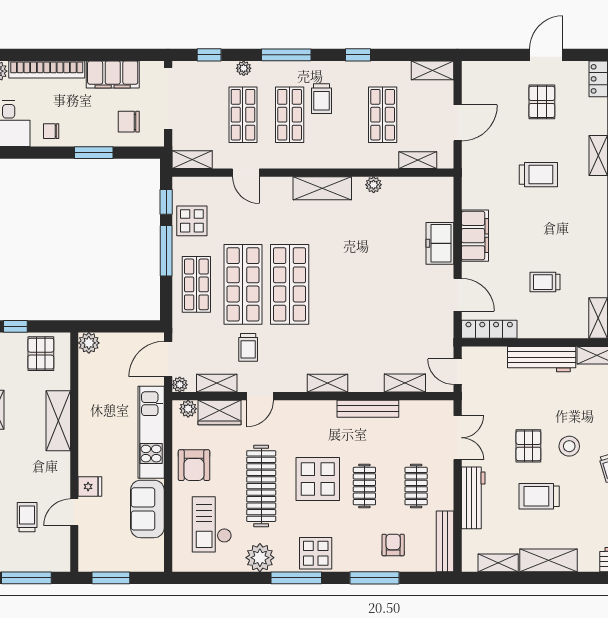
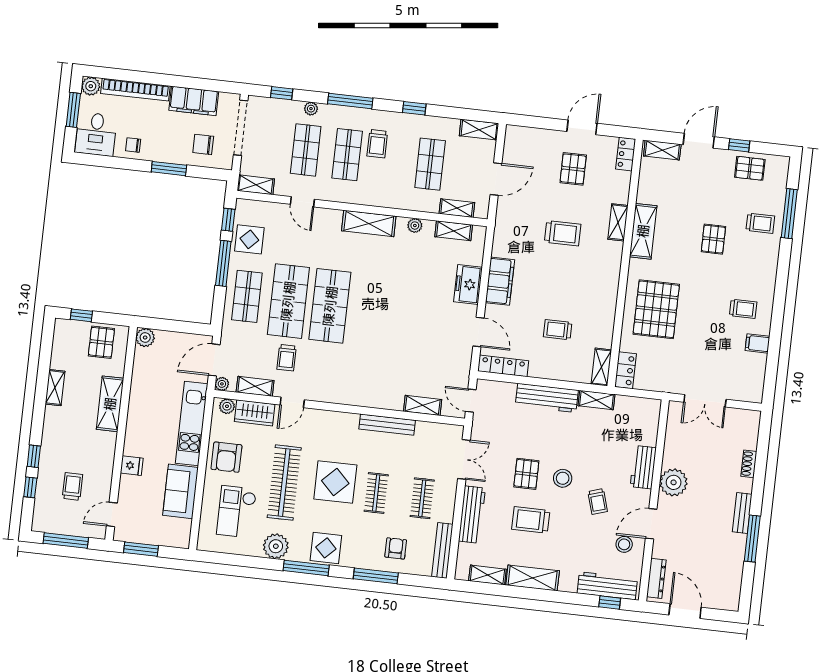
shelving: (328, 383) -> (454, 231), moved
door: (74, 512) -> (112, 514), moved

